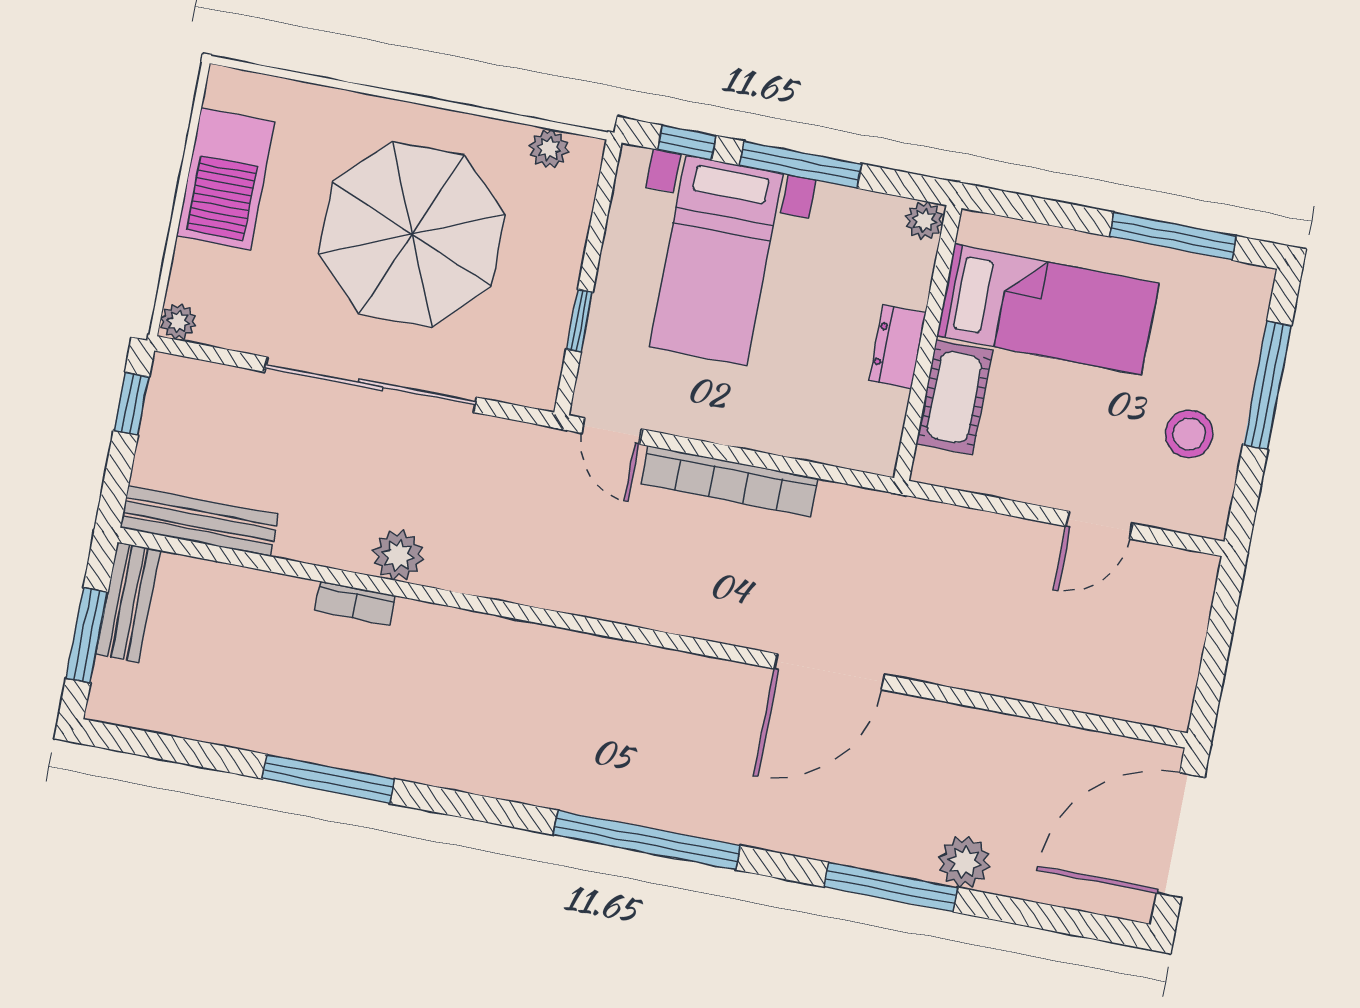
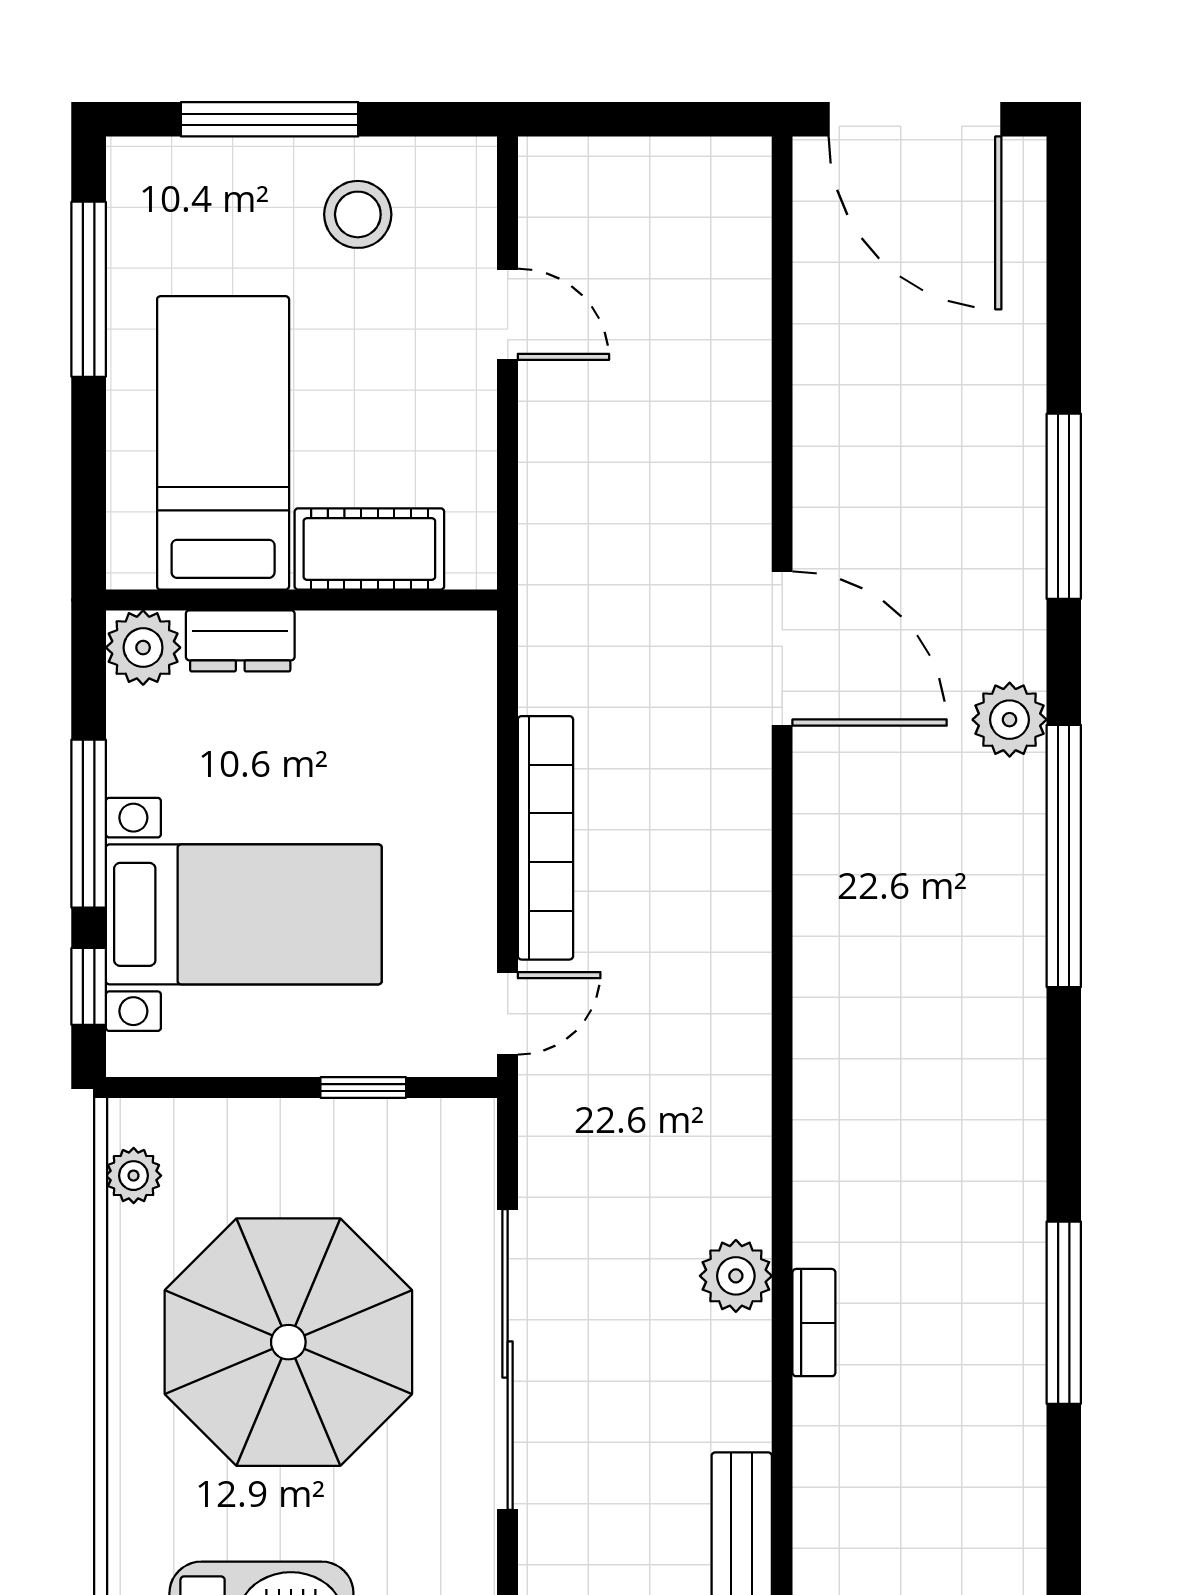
plant: (924, 220) -> (143, 648), width x1.38, depth x1.38
dresser: (897, 347) -> (240, 641), moved
plant: (964, 862) -> (1010, 720), moved

